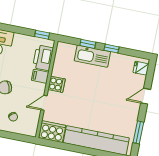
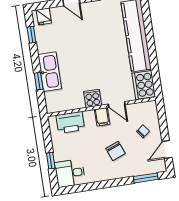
window: (42, 35) -> (51, 161), moved
window: (112, 49) -> (31, 35), moved
filing cabinet: (40, 76) -> (102, 117), moved

